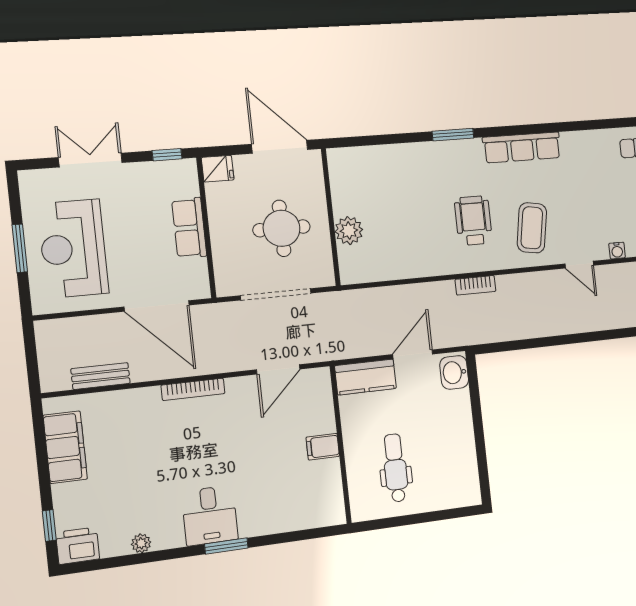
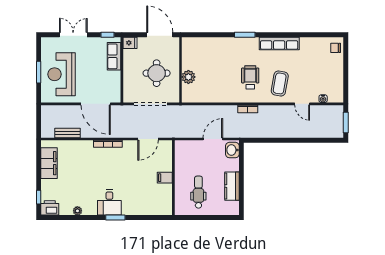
row of seats: (189, 228) -> (114, 56), moved
kitchen counter: (366, 377) -> (232, 186), moved, turned 90

